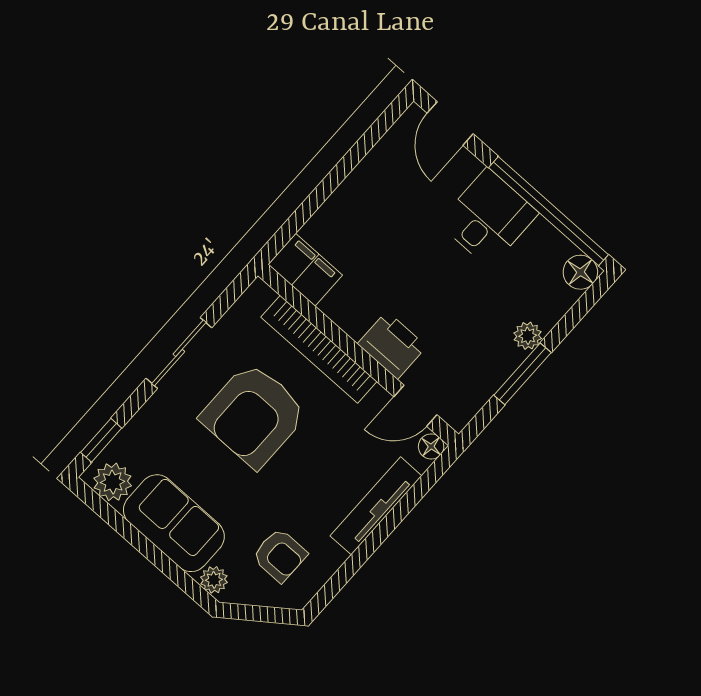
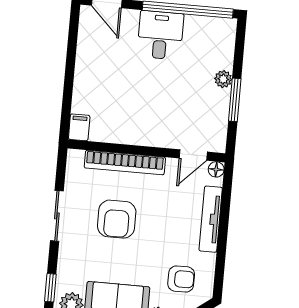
filing cabinet: (305, 270) -> (79, 127), width x0.50
floor lamp: (580, 272) -> (226, 28), removed
printer: (392, 345) -> (160, 134), removed
armchair: (254, 415) -> (117, 219), width x0.73, depth x0.73

